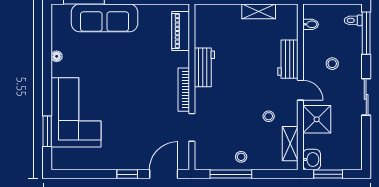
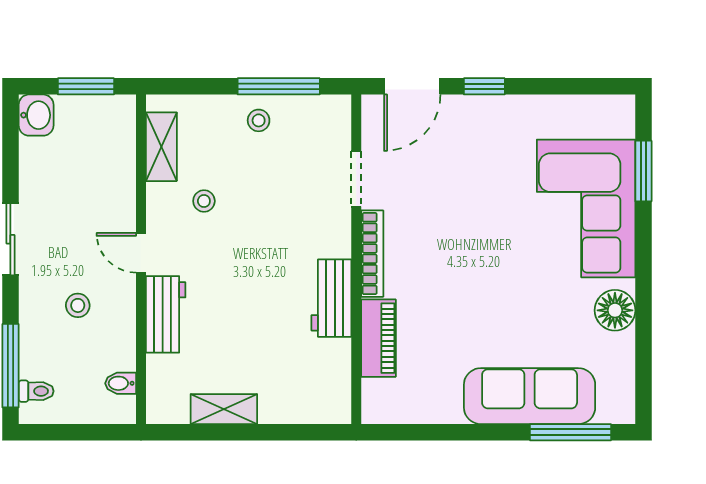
piano: (181, 31) -> (379, 338), moved
floor lamp: (57, 56) -> (615, 310), width x1.89, depth x1.89
shower: (317, 119) -> (109, 195), removed
washbasin: (312, 160) -> (36, 115), moved, turned 180

